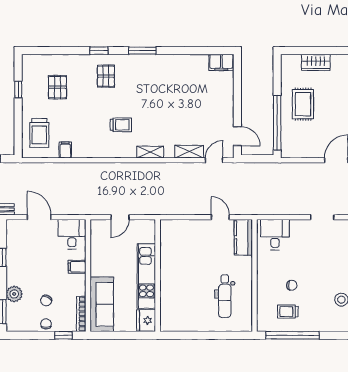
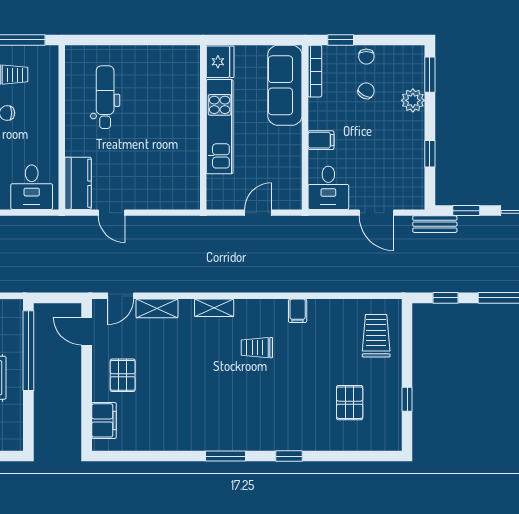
filing cabinet: (221, 62) -> (104, 420), moved, turned 90
pallet: (106, 76) -> (123, 375), moved
filing cabinet: (65, 150) -> (298, 311), moved

